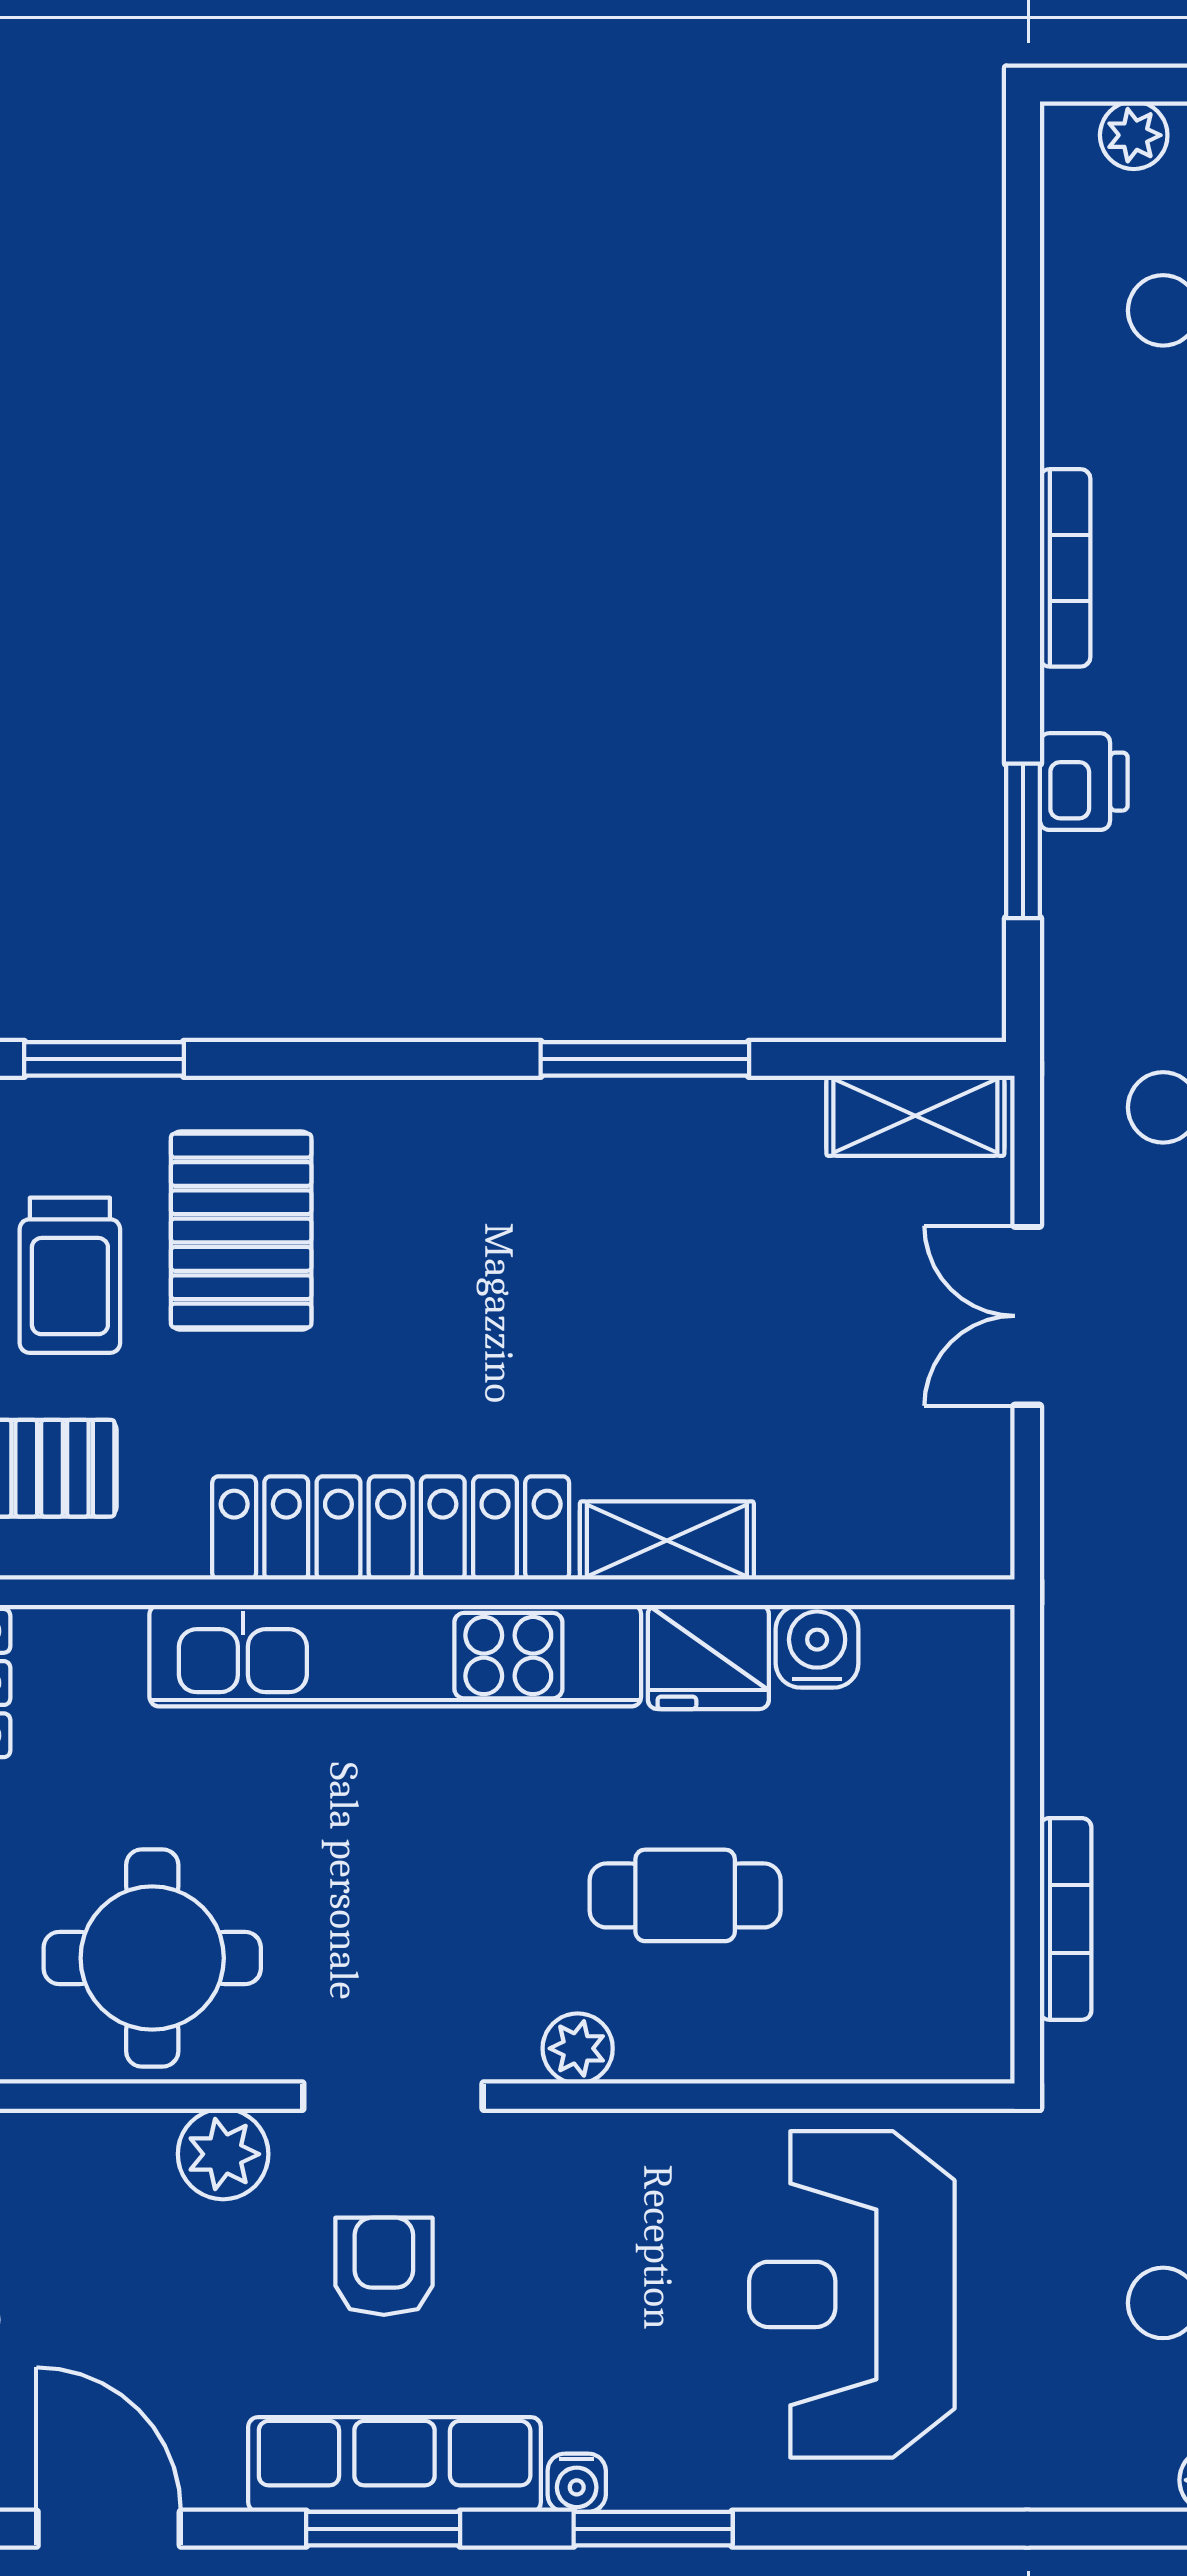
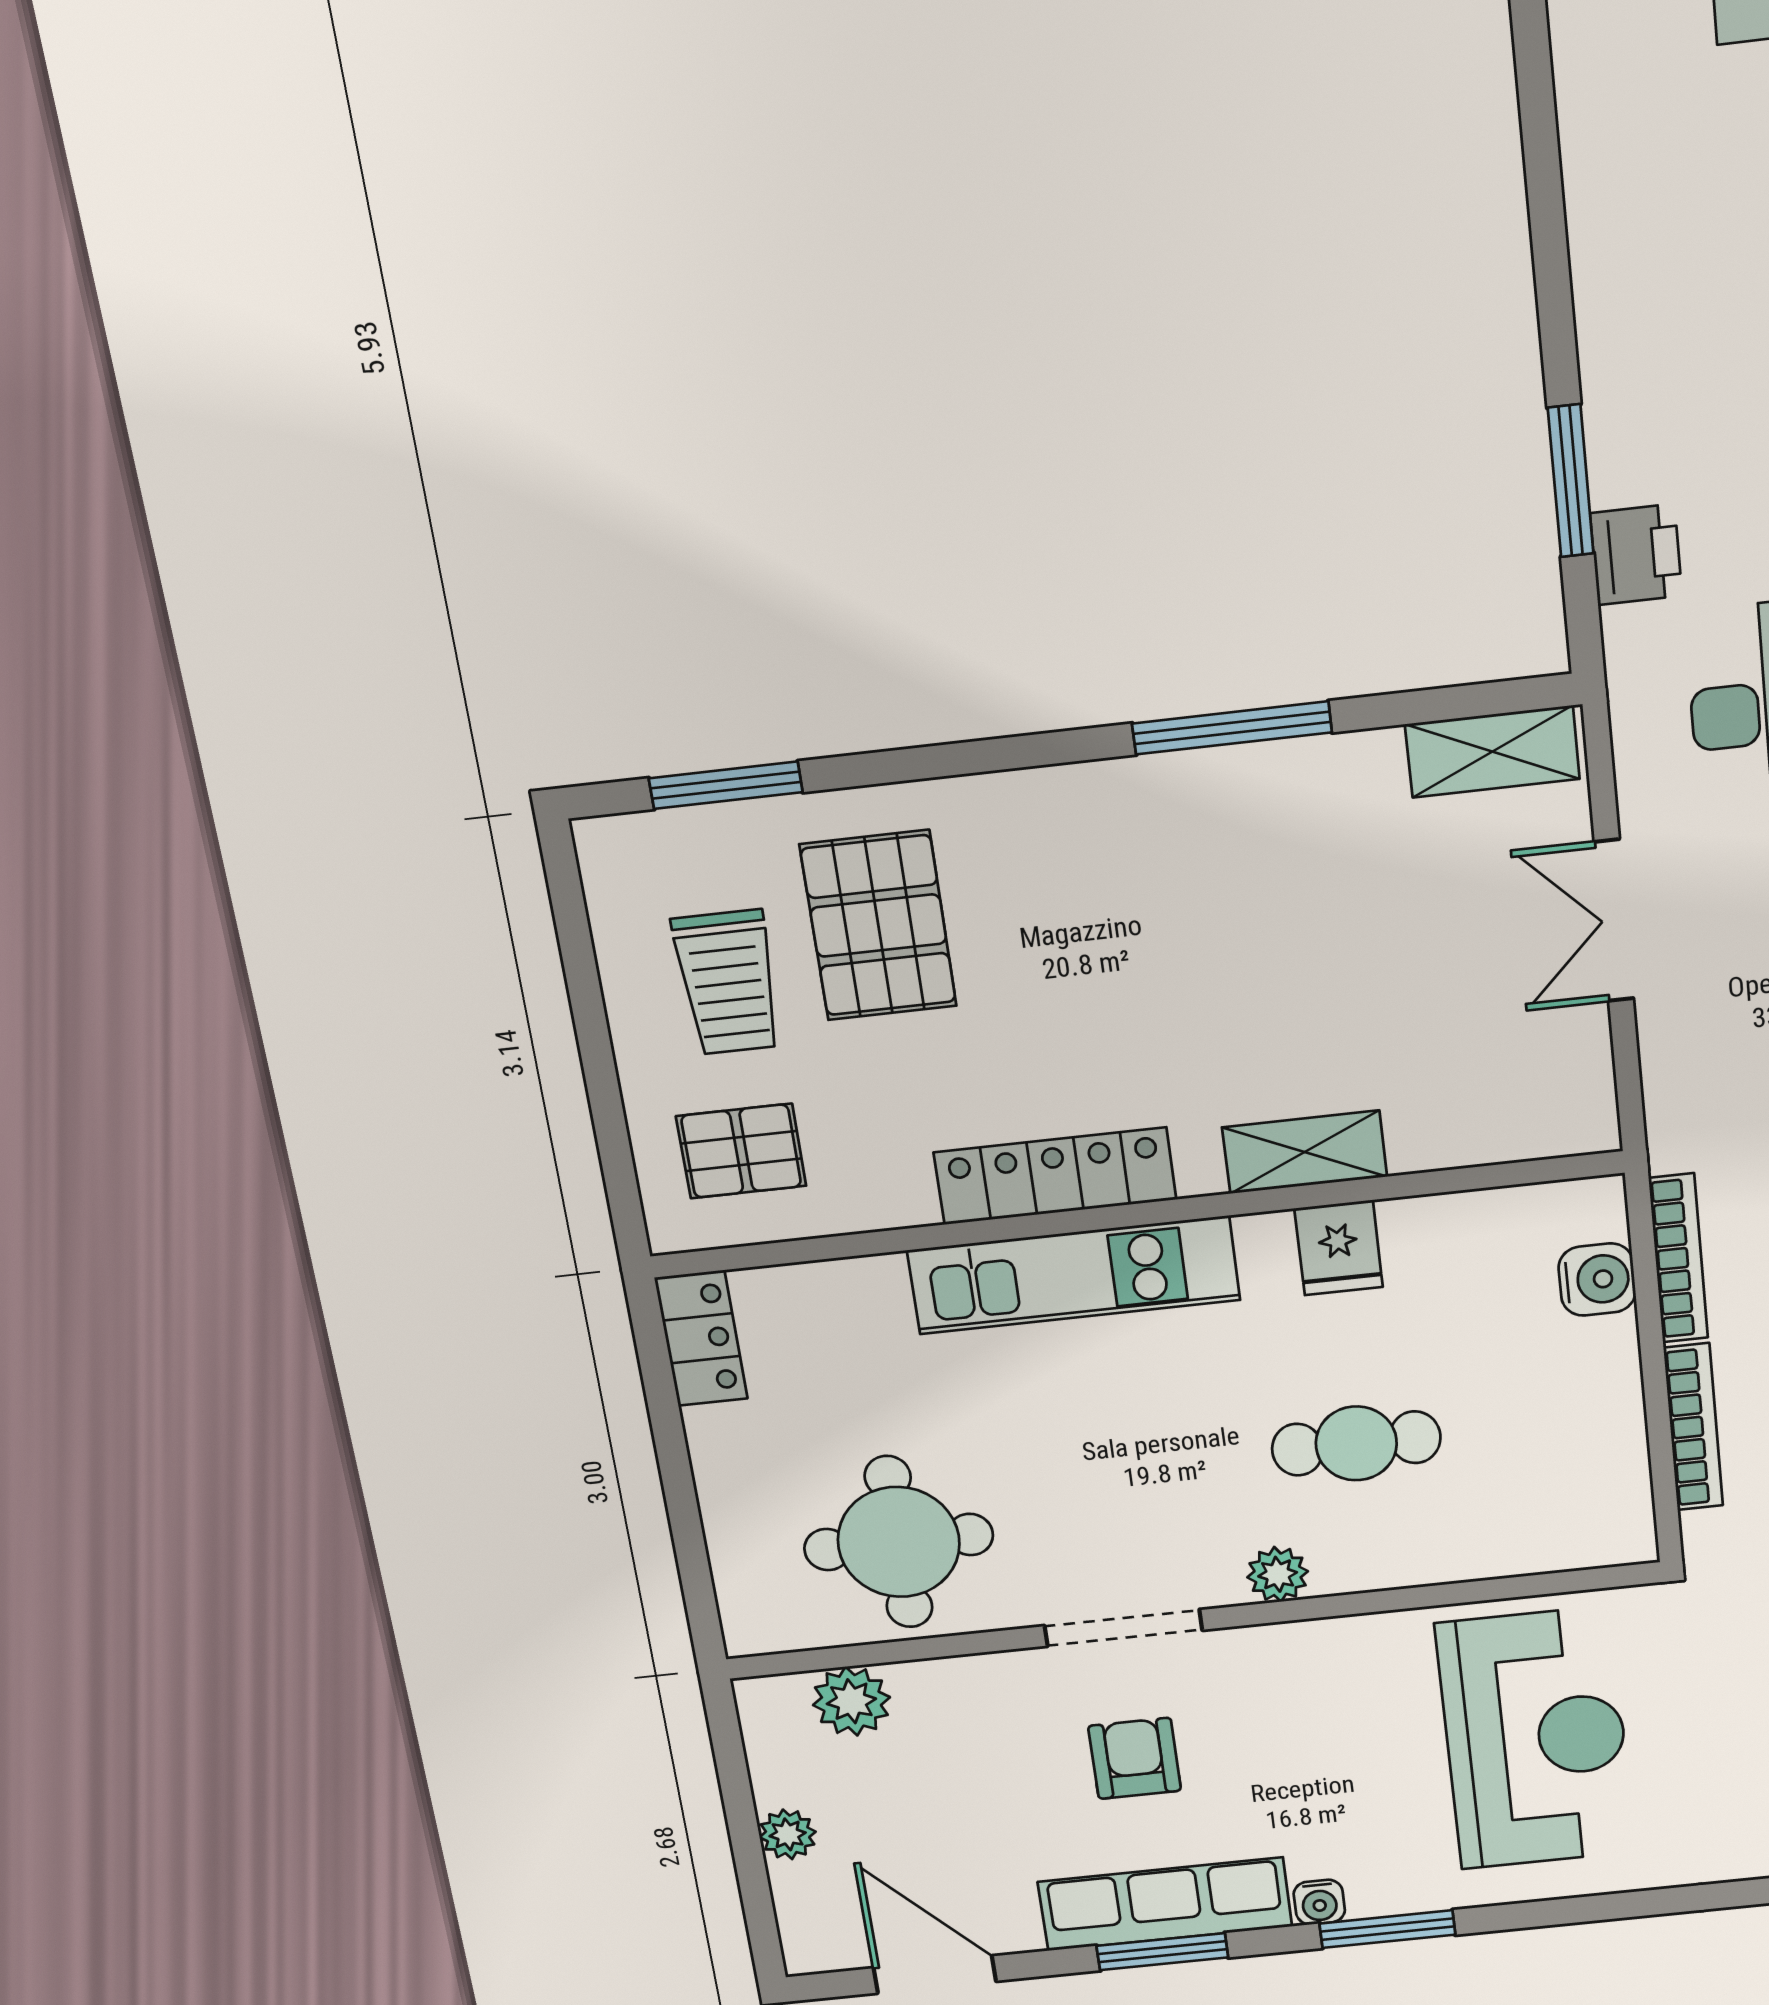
bookcase: (1065, 568) -> (1678, 1258), moved
printer: (1084, 782) -> (1636, 555), moved
locker: (391, 1528) -> (1055, 1176), width x0.71, depth x0.83
water cooler: (817, 1646) -> (1597, 1280), moved, turned 90
kitchen unit: (395, 1656) -> (1074, 1275), width x0.73
fridge: (708, 1657) -> (1339, 1248), width x0.72
plant: (223, 2154) -> (851, 1701), moved
reception desk: (852, 2294) -> (1536, 1739), turned 180

